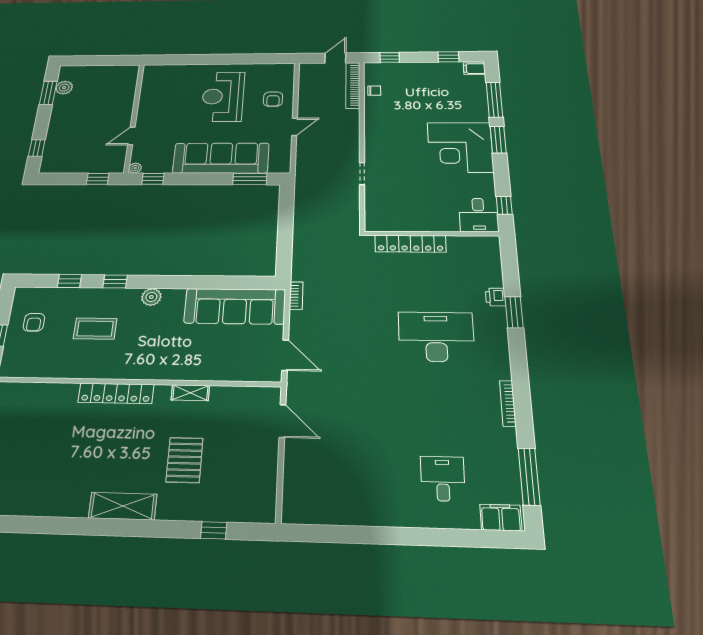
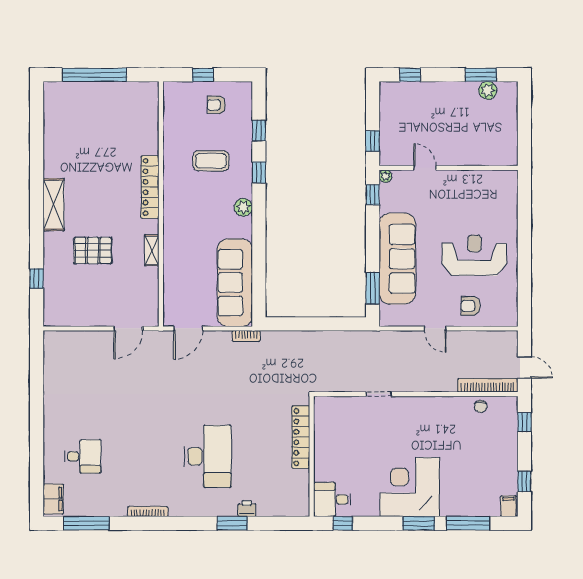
coffee table: (95, 329) -> (211, 161), turned 90

